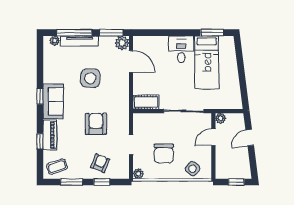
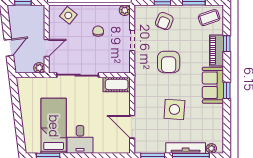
plant: (122, 43) -> (141, 146), removed
chair: (164, 153) -> (98, 31), width x0.54, depth x0.54

